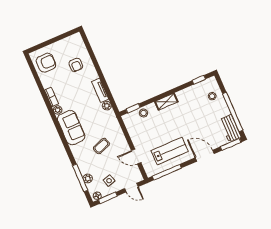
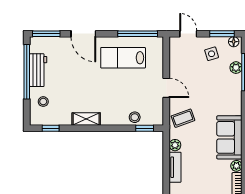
shelving: (166, 102) -> (86, 119), moved
workbench: (230, 128) -> (38, 70), moved
coffee table: (101, 146) -> (183, 118), moved
door: (136, 157) -> (166, 88), moved

